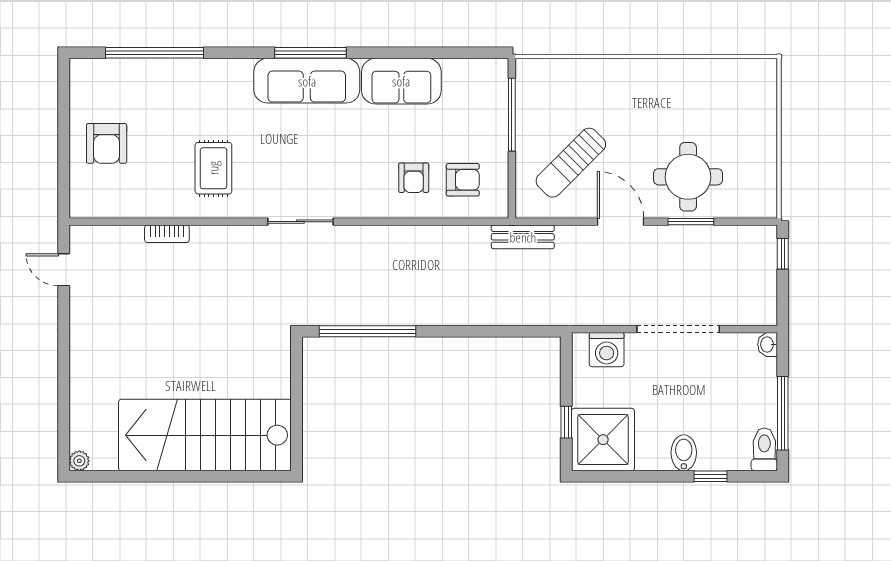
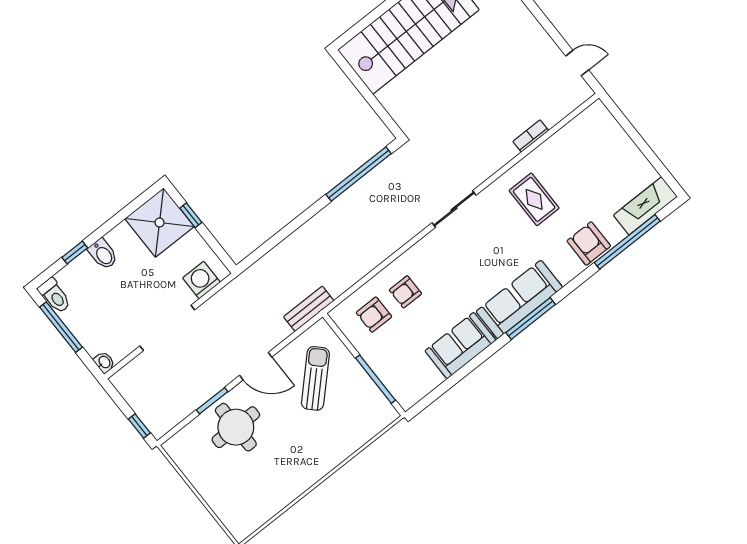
fireplace: (108, 74) -> (645, 206), added
armchair: (107, 143) -> (589, 243), moved
armchair: (414, 178) -> (405, 292), turned -90

